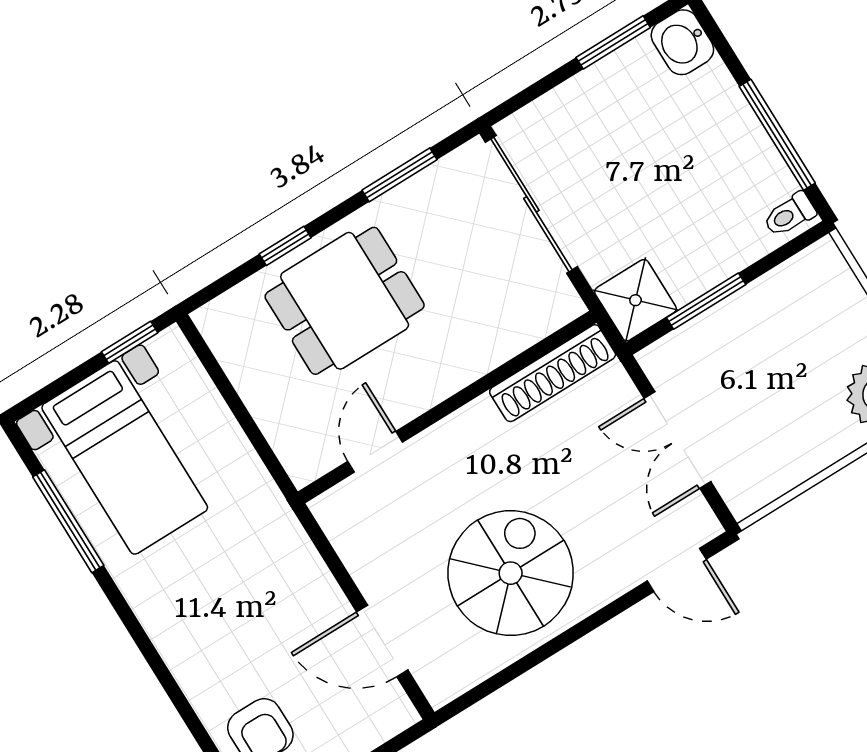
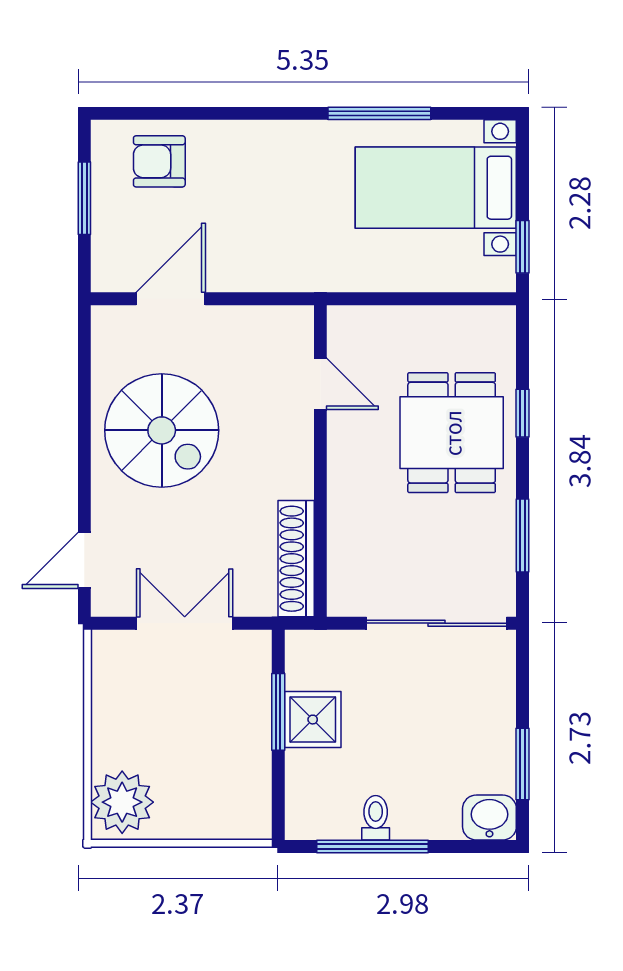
toilet: (790, 215) -> (376, 818), moved
shower: (635, 300) -> (313, 720), moved
window: (68, 521) -> (379, 113), moved

